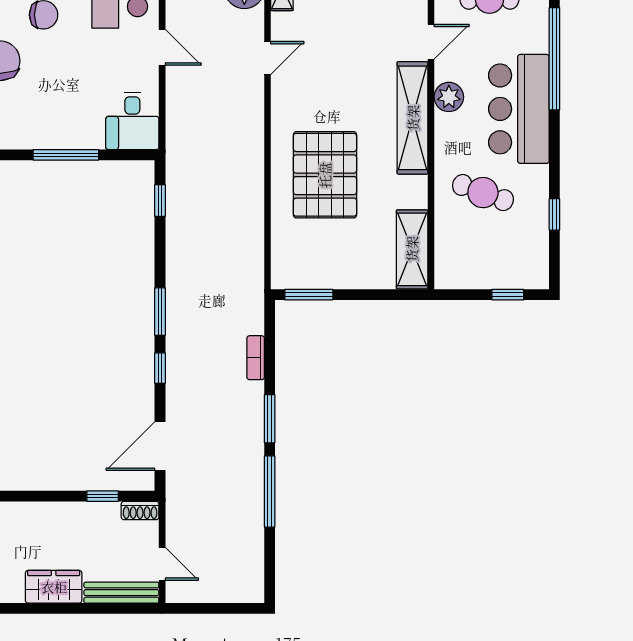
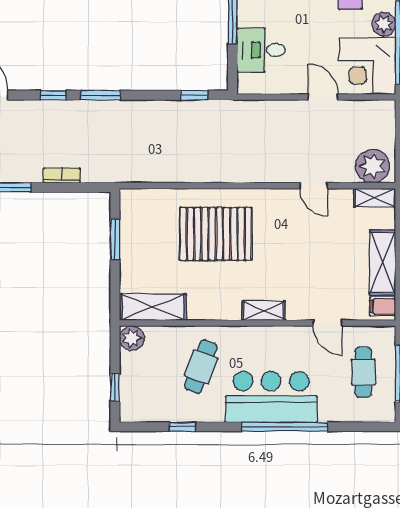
door: (162, 47) -> (323, 97), swing flipped
window: (554, 59) -> (285, 427), moved
plant: (449, 97) -> (132, 338), moved
shelving: (413, 118) -> (264, 311), width x0.45, depth x0.75
desk: (132, 121) -> (261, 50), moved
window: (309, 295) -> (115, 239), moved

